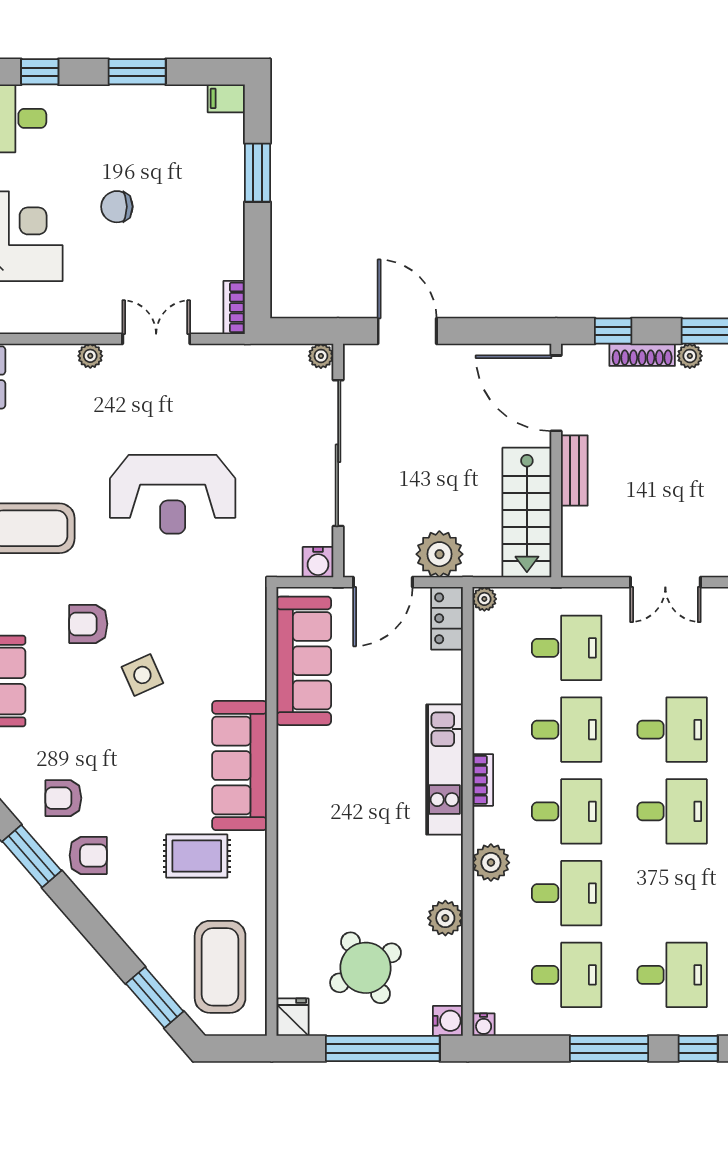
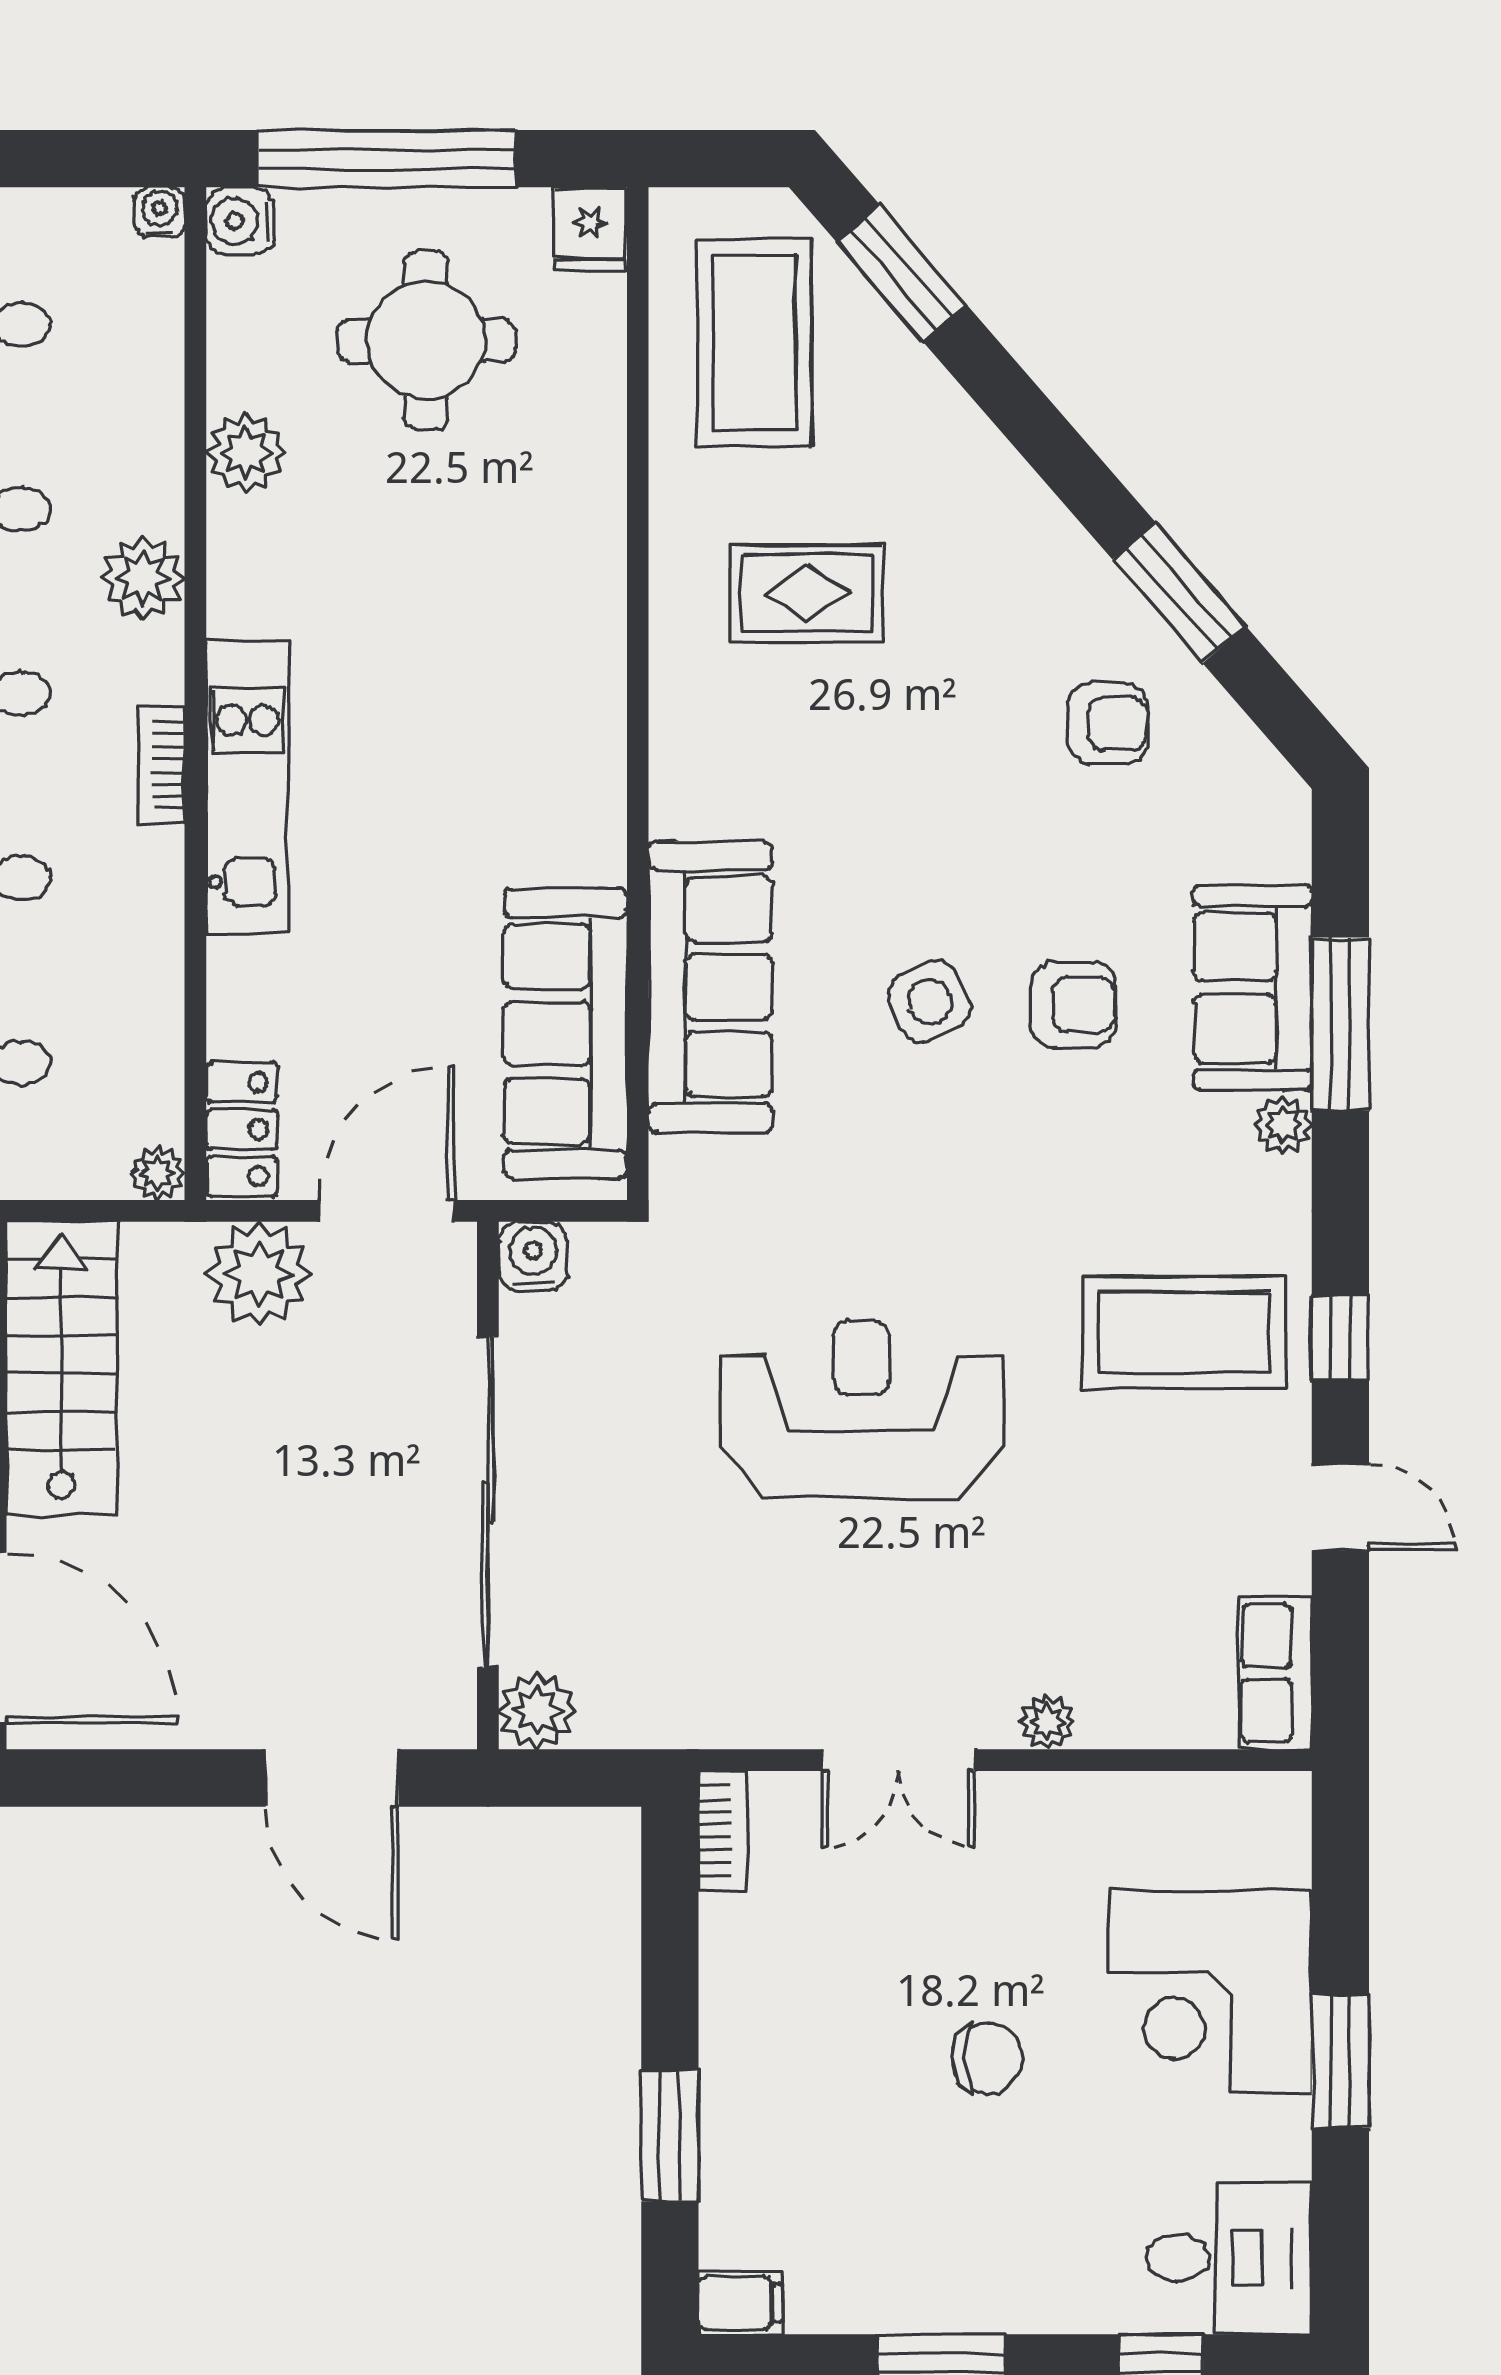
plant: (321, 356) -> (537, 1711), width x1.38, depth x1.38
armchair: (88, 624) -> (1073, 1005), moved
sofa: (240, 766) -> (710, 987), moved
armchair: (88, 855) -> (1052, 594), removed
round table: (366, 968) -> (426, 341), turned 30

